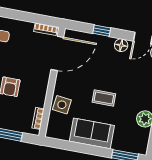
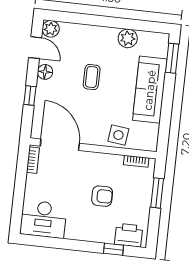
coffee table: (104, 98) -> (92, 77), moved
sofa: (92, 133) -> (150, 90), width x1.36

